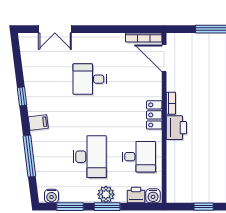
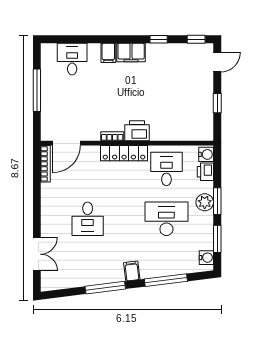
window: (22, 96) -> (105, 288), width x2.17
locker: (154, 115) -> (124, 153), width x1.53

